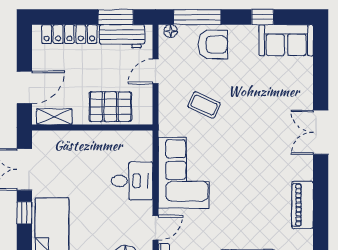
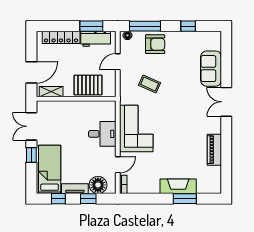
sofa: (286, 40) -> (211, 69), moved, turned 90

